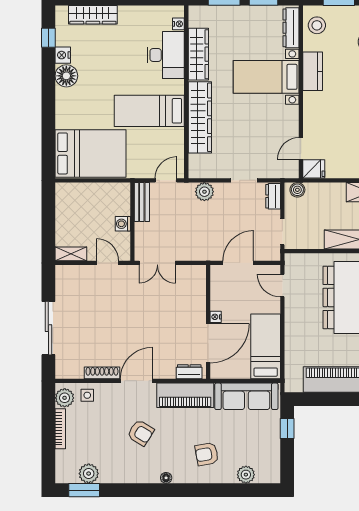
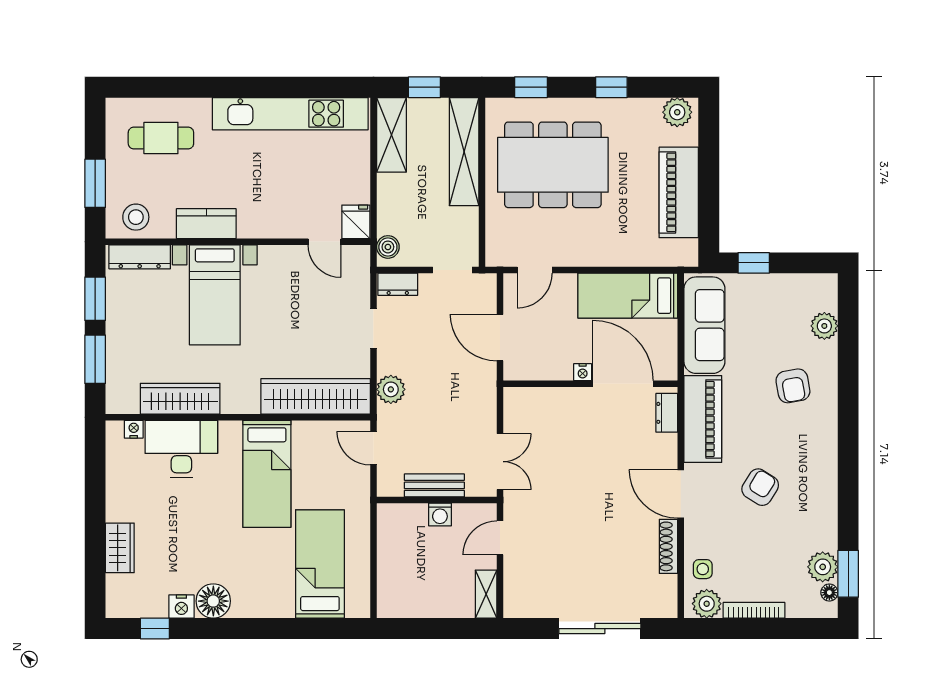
wardrobe: (93, 15) -> (120, 548), width x0.67
wardrobe: (200, 117) -> (316, 396), moved
bed: (90, 153) -> (320, 564), width x0.67
bench: (142, 202) -> (434, 485), moved
floor lamp: (166, 478) -> (829, 593), moved

